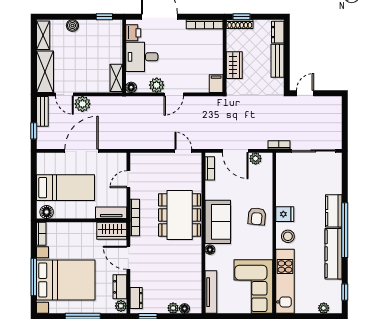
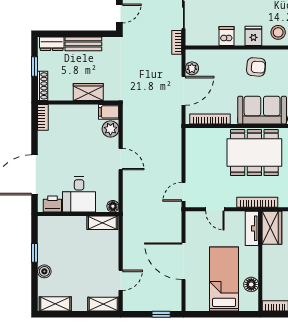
window: (104, 17) -> (35, 253), moved
window: (241, 17) -> (35, 67), moved
bookcase: (205, 24) -> (43, 117), width x0.64
shelving: (45, 72) -> (103, 304), width x0.67, depth x0.75
plant: (157, 85) -> (110, 129), moved
door: (305, 93) -> (119, 13), swing flipped
plant: (82, 104) -> (131, 260), removed
bench: (42, 111) -> (140, 305), removed
door: (183, 151) -> (183, 192), moved
bookcase: (210, 168) -> (210, 119), width x1.56
dishwasher: (285, 190) -> (226, 36), added
floor lamp: (47, 212) -> (251, 284), moved

